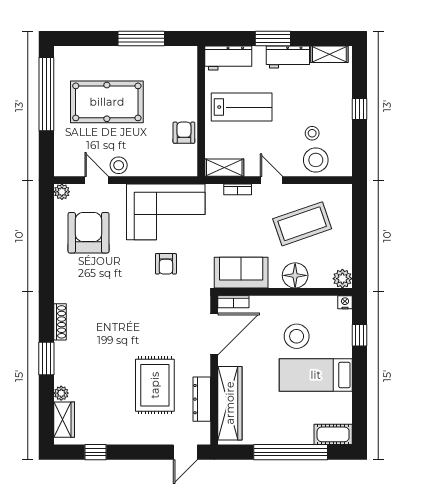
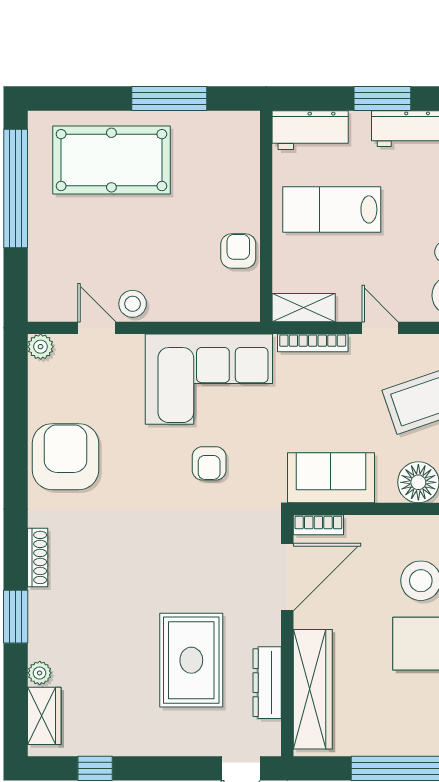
pool table: (107, 102) -> (111, 160), moved
lab bench: (242, 107) -> (332, 209), turned 180
bookcase: (238, 189) -> (313, 343), width x1.56
armchair: (88, 233) -> (66, 457), moved

